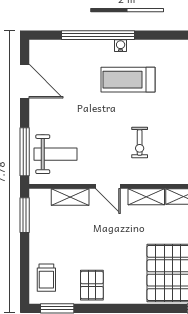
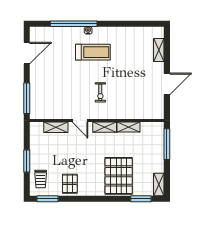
treadmill: (128, 80) -> (93, 52), turned 180
door: (25, 81) -> (27, 53), hinge flipped
weight bench: (56, 154) -> (47, 100), removed
window: (25, 215) -> (27, 161), moved

